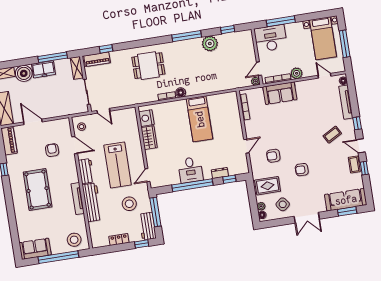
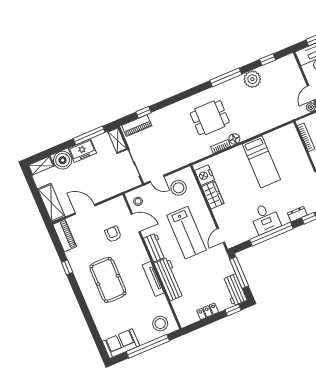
dining table: (148, 66) -> (210, 118), moved
stool: (129, 204) -> (179, 188), moved

